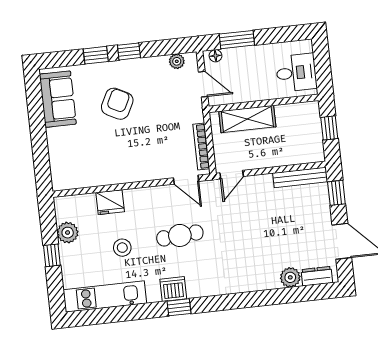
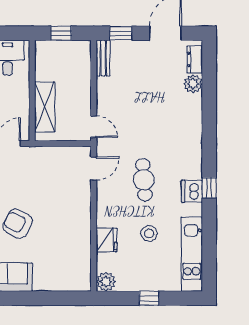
bookcase: (201, 147) -> (65, 151), removed
bench: (300, 177) -> (103, 58), width x0.73
plant: (68, 233) -> (106, 282), moved

